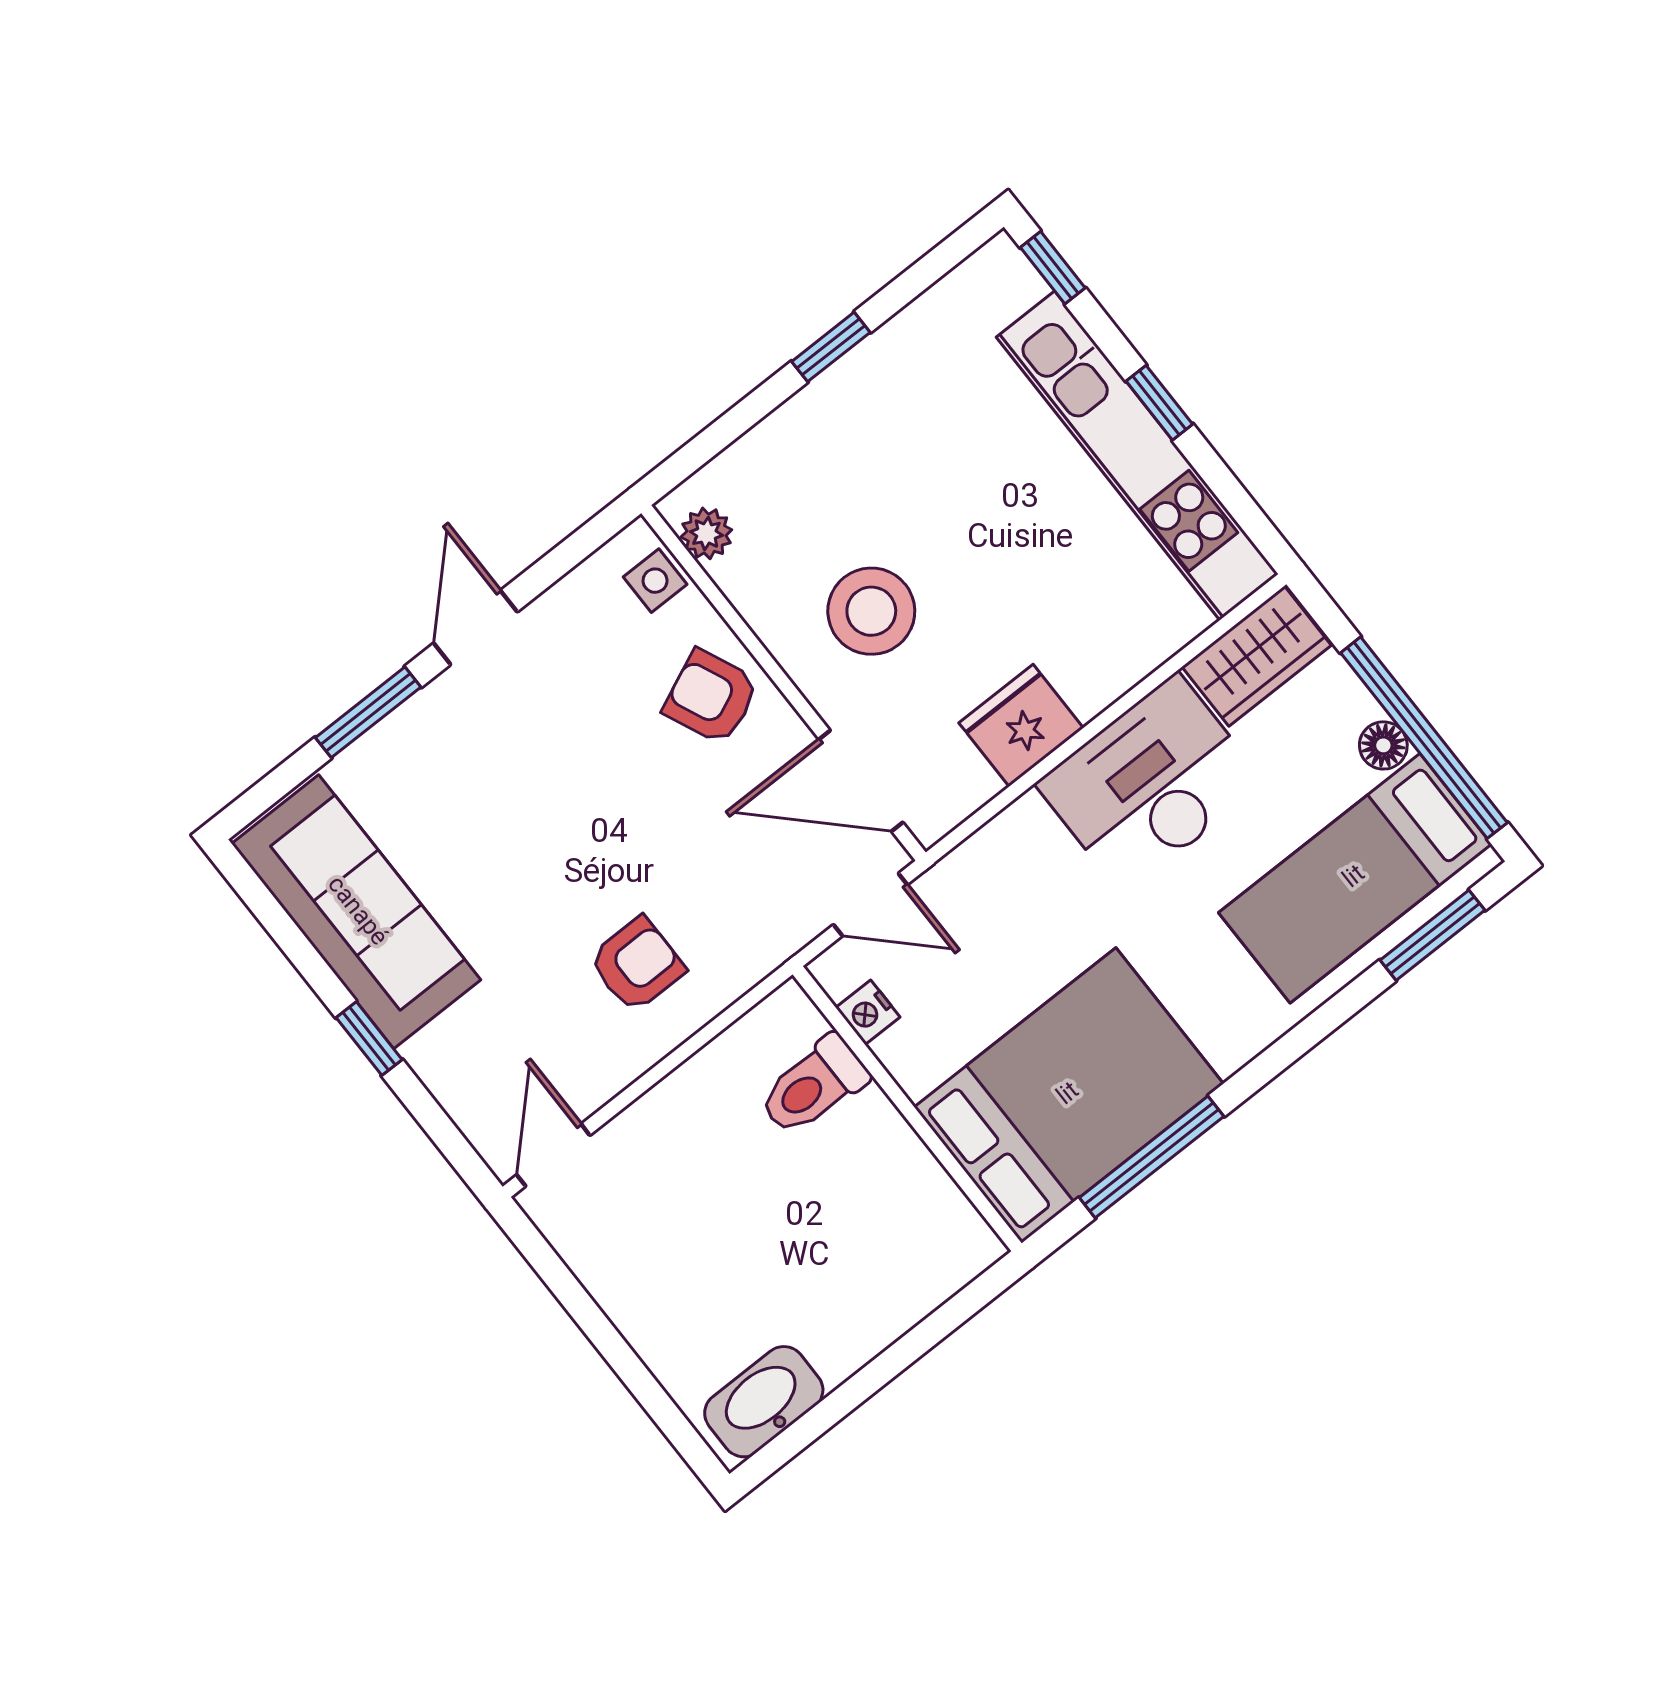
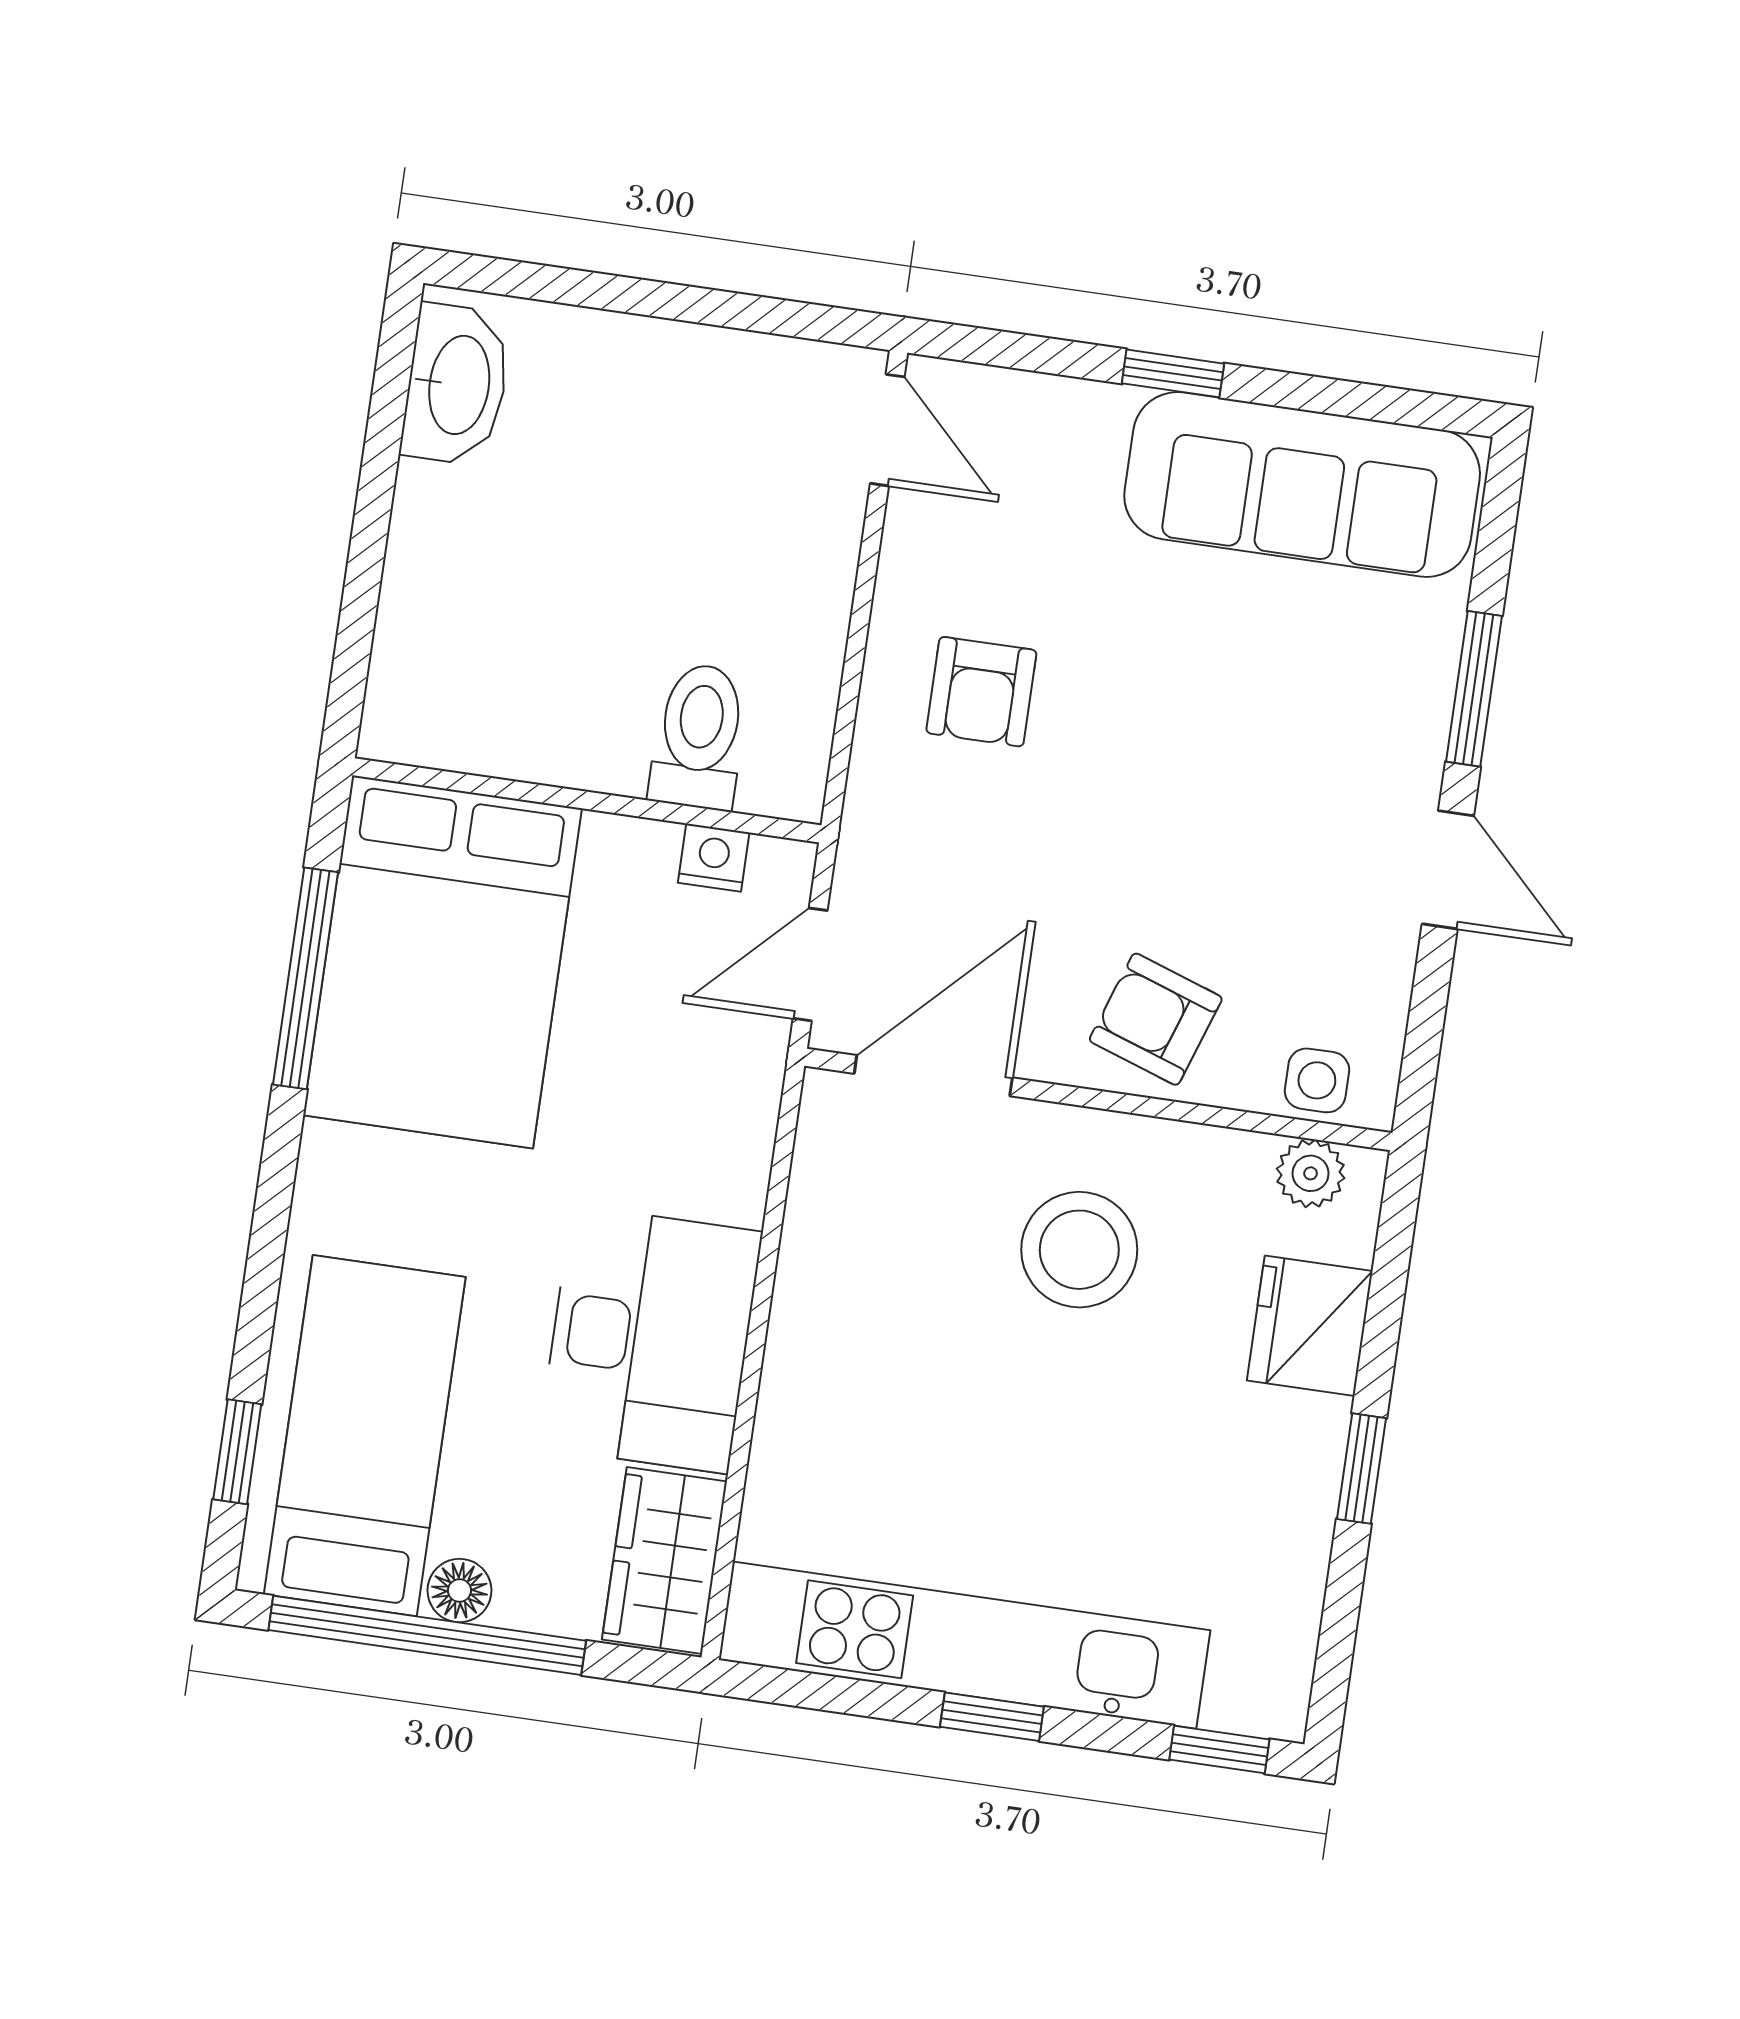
armchair: (711, 697) -> (1156, 1019), turned -137
fridge: (1021, 725) -> (1310, 1326), moved, turned 180
window: (1432, 935) -> (237, 1452), width x0.67

